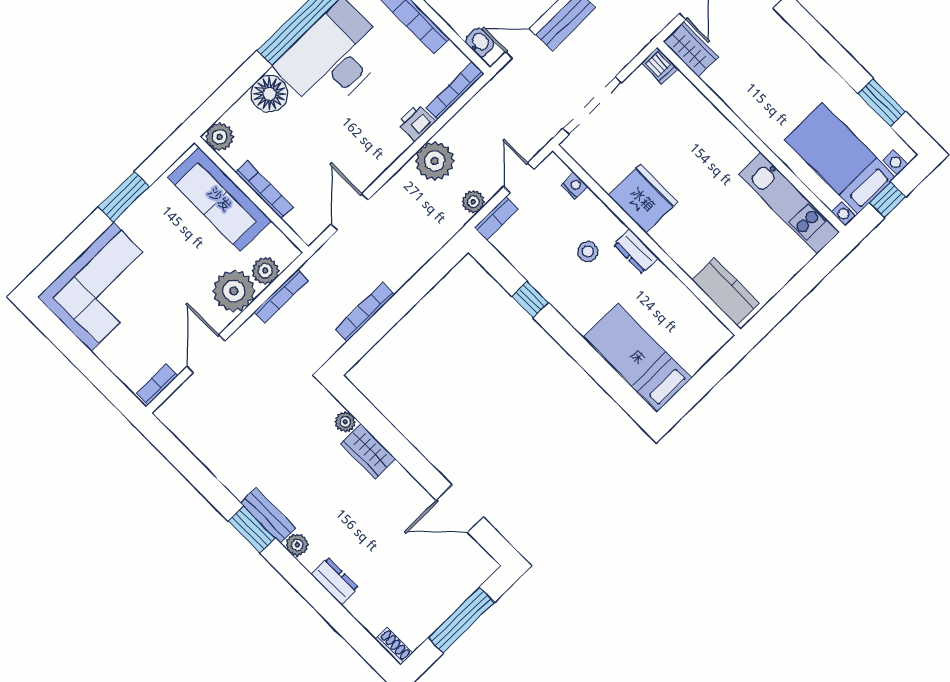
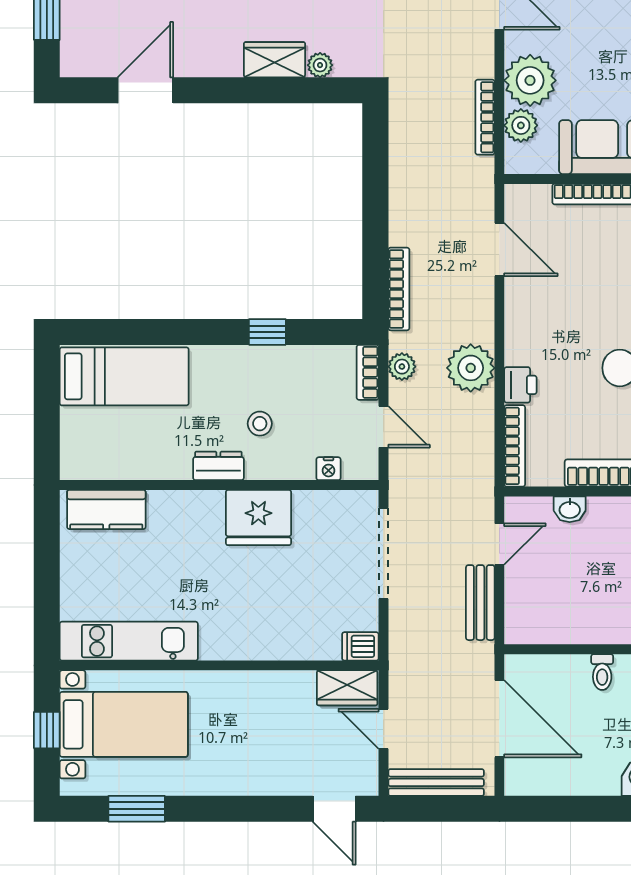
washbasin: (480, 43) -> (570, 509), moved
bookcase: (365, 312) -> (399, 289), moved

